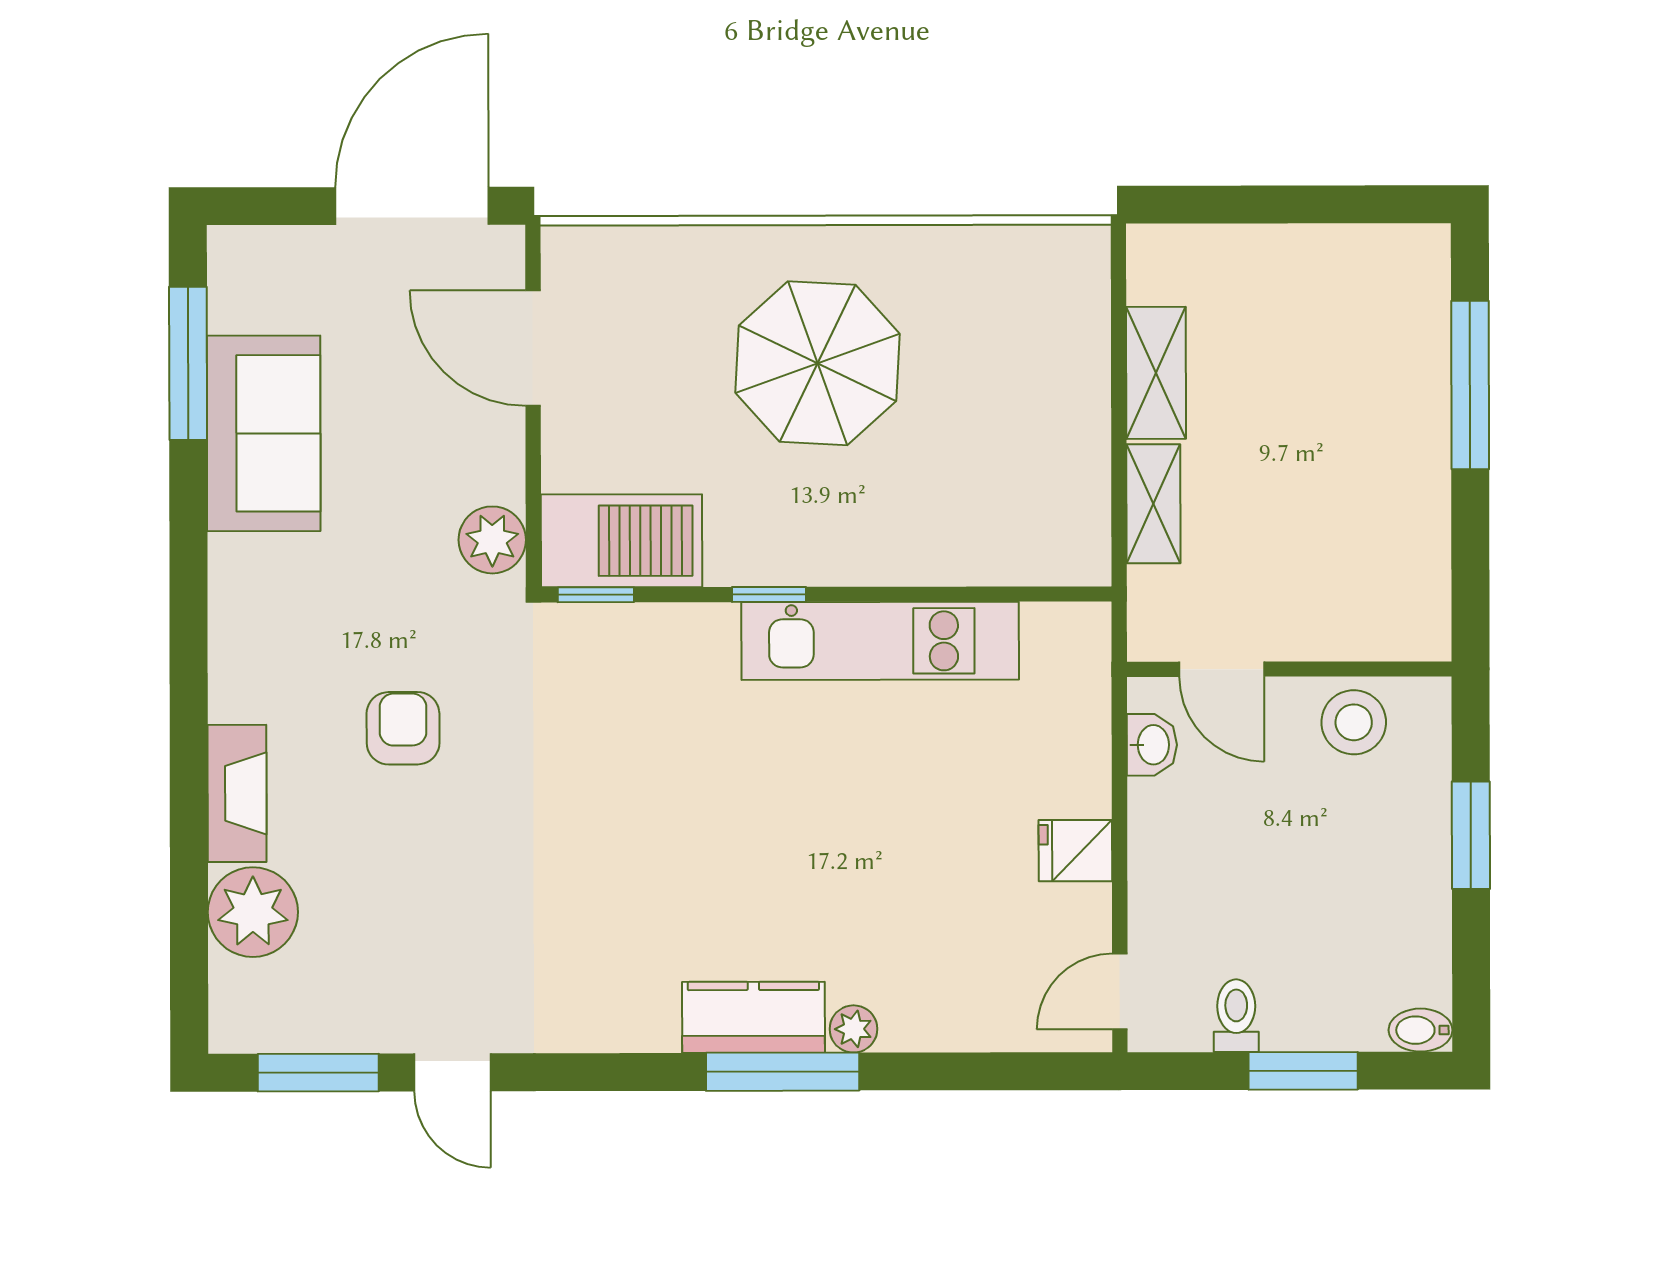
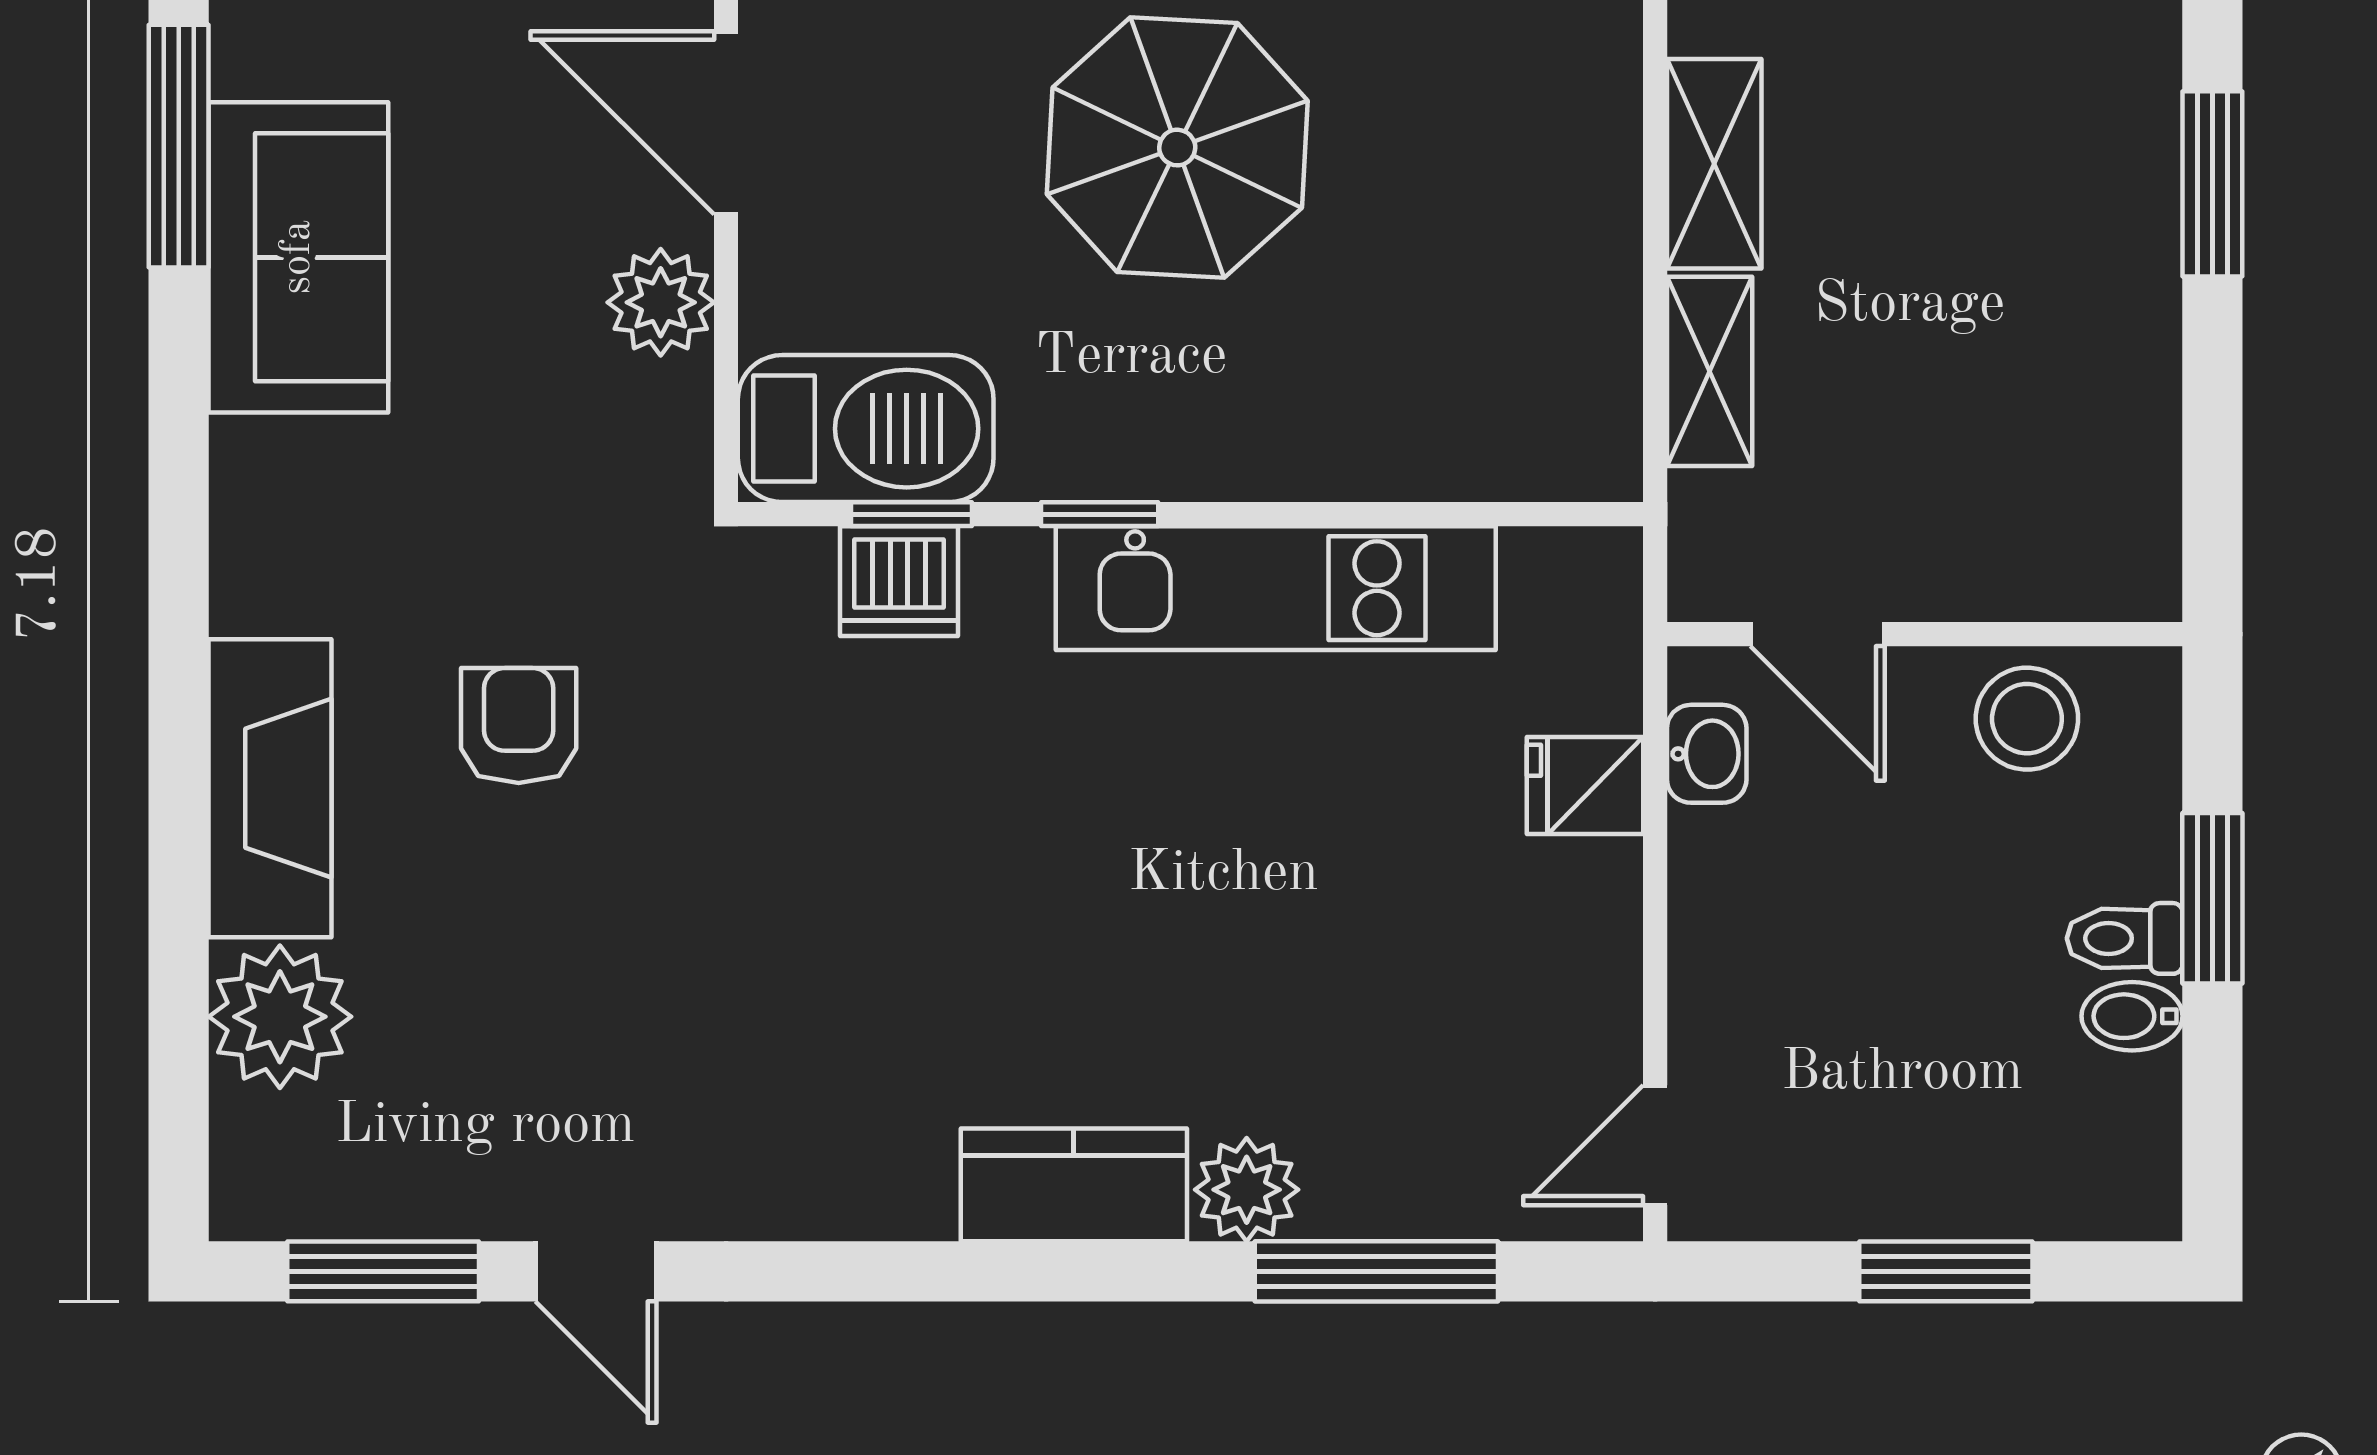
window: (1470, 385) -> (2212, 184), width x0.69
plant: (492, 540) -> (661, 302), moved
window: (596, 595) -> (912, 514), moved
dishwasher: (643, 637) -> (899, 581), added
fireplace: (237, 793) -> (270, 788), width x1.37, depth x1.32
fridge: (1075, 851) -> (1585, 786), moved
toilet: (1236, 1016) -> (2125, 938), moved, turned -90
plant: (854, 1029) -> (1247, 1190), width x1.38, depth x1.38
bidet: (1421, 1030) -> (2132, 1016), moved
window: (783, 1072) -> (1376, 1271), moved

